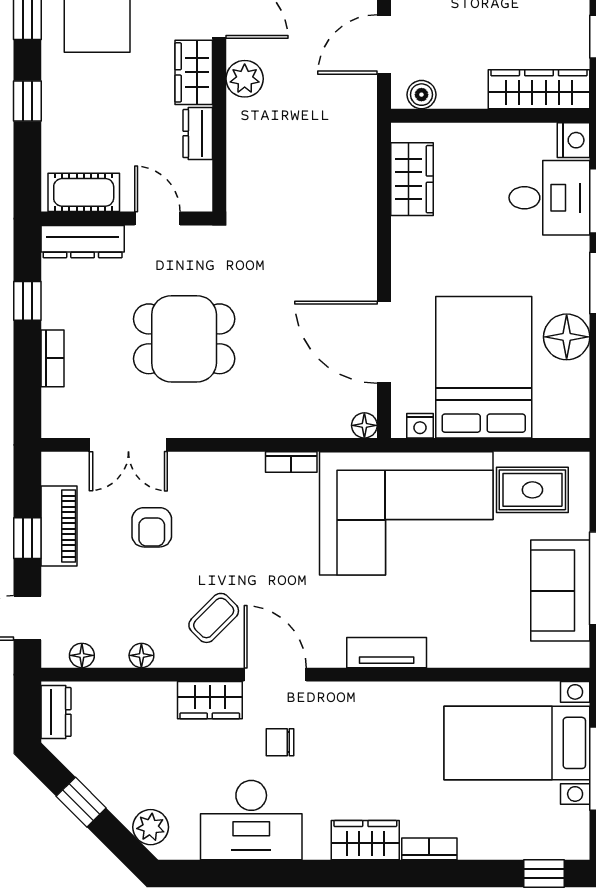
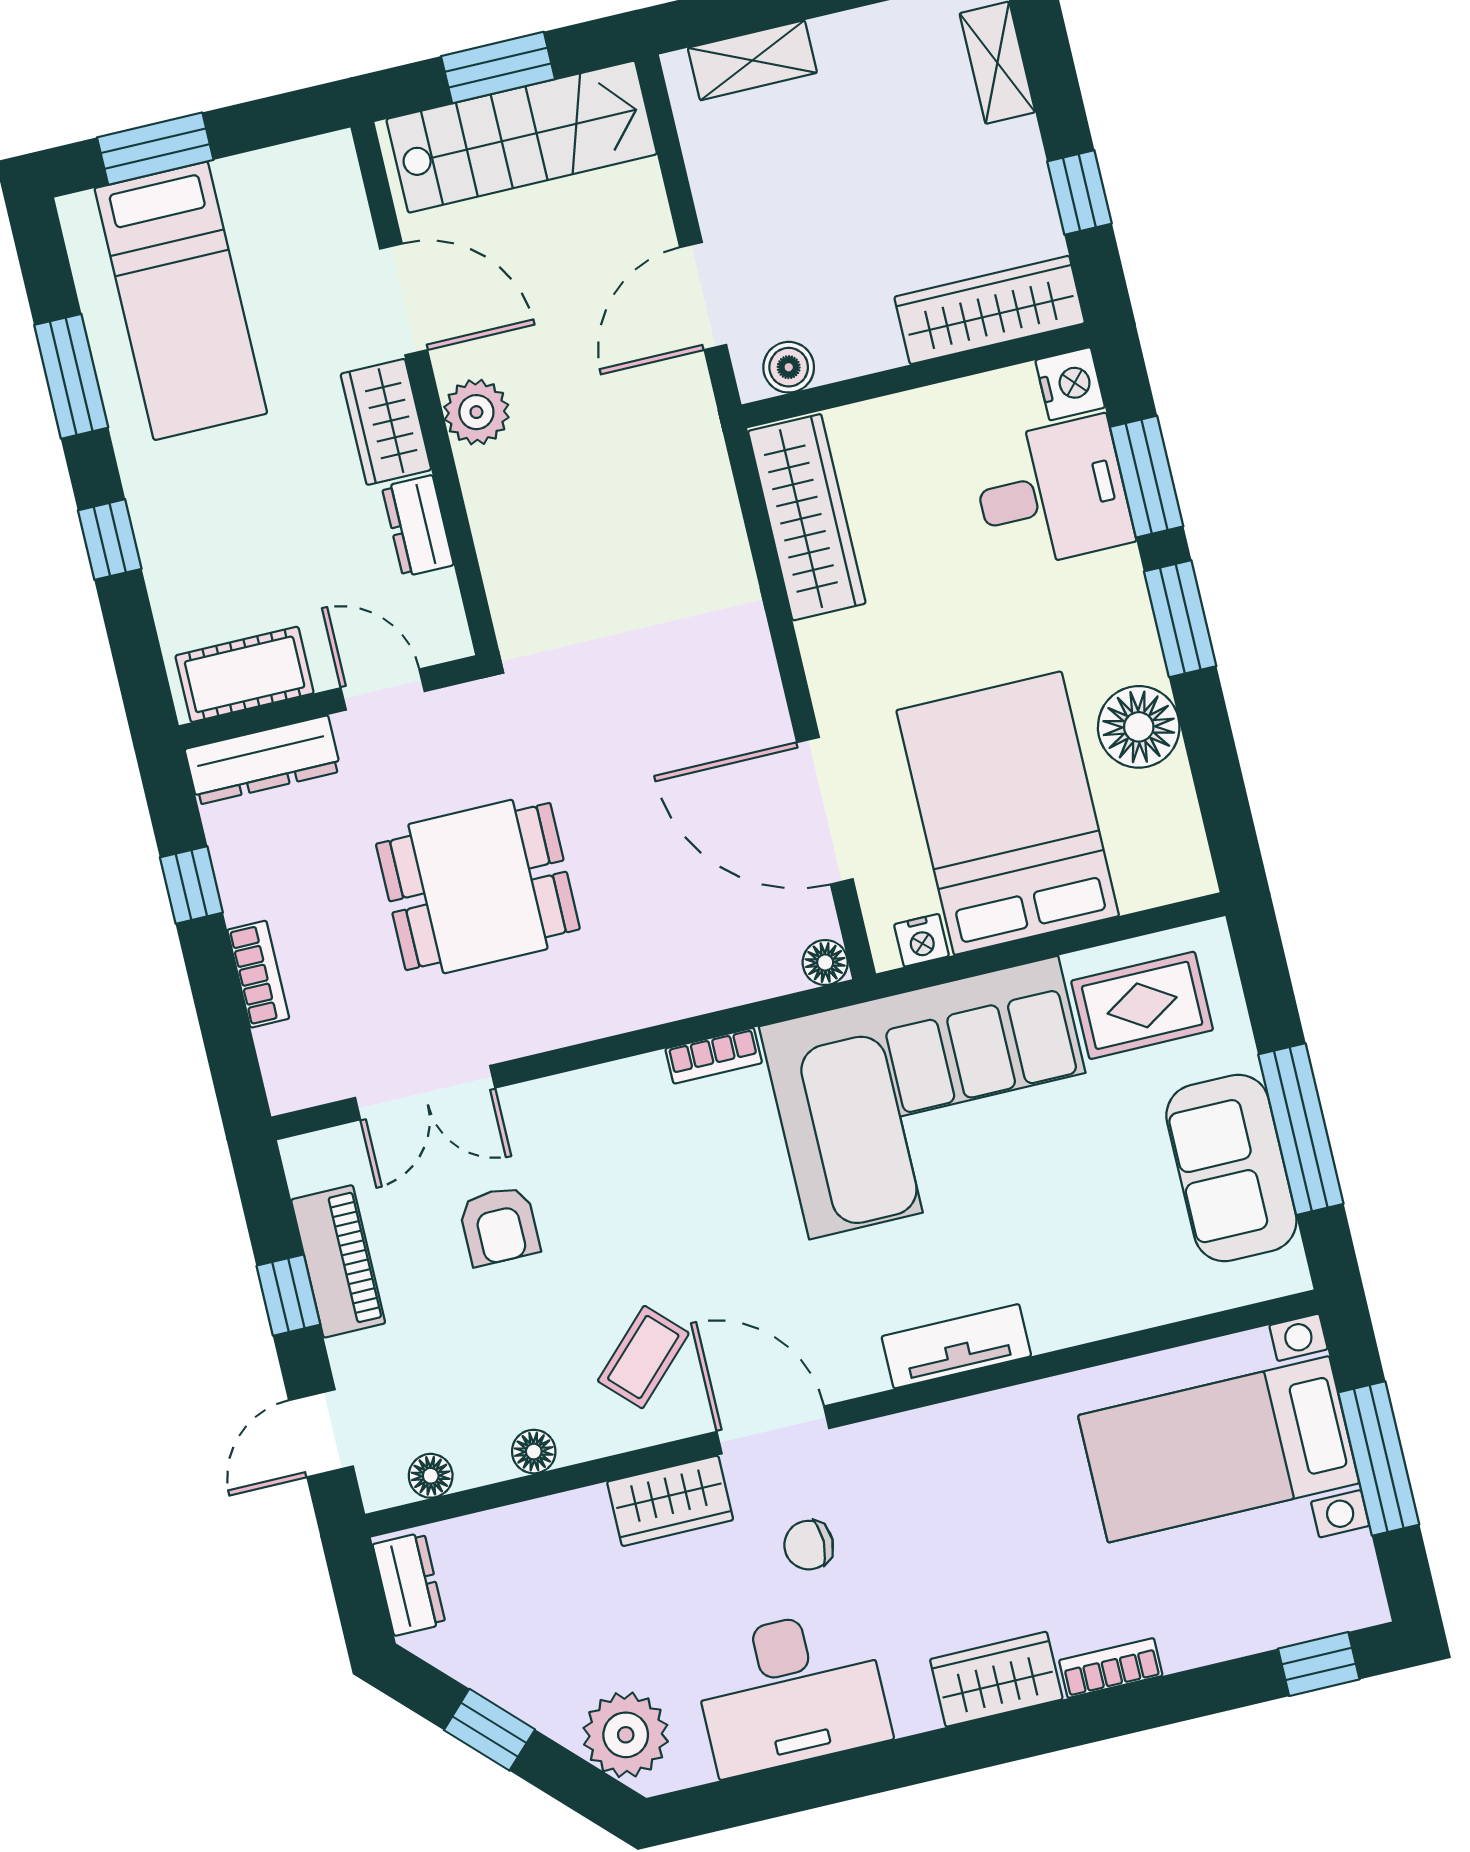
wardrobe: (412, 179) -> (807, 517), width x1.50
plant: (151, 827) -> (626, 1735), width x1.36, depth x1.36

